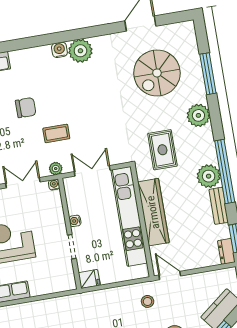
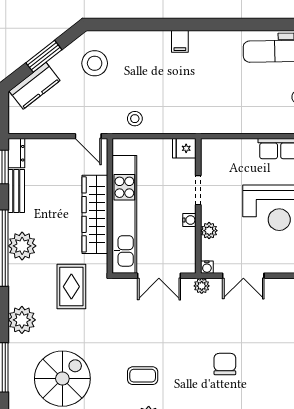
chair: (26, 108) -> (225, 364), turned 90
coffee table: (56, 133) -> (143, 376), moved
bench: (219, 206) -> (16, 191), moved
plant: (57, 215) -> (209, 231), added
stool: (148, 301) -> (135, 119), moved

